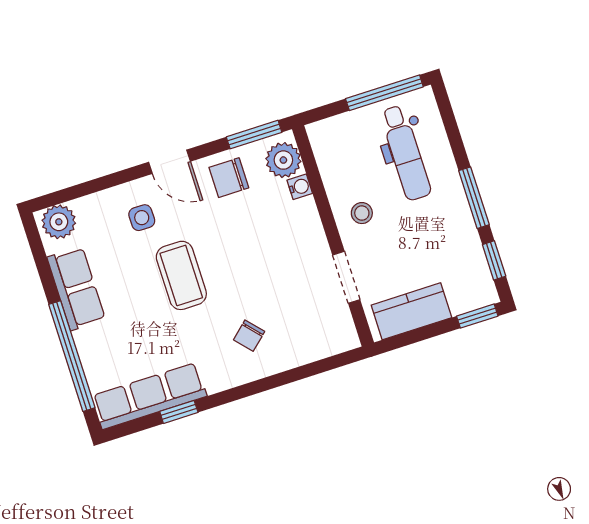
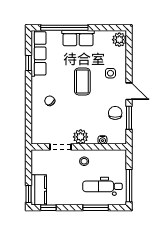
window: (254, 135) -> (129, 118), moved
plant: (283, 160) -> (81, 137), moved
door: (170, 162) -> (129, 91), swing flipped
window: (474, 198) -> (96, 208), moved
coffee table: (181, 275) -> (82, 82), turned 90
row of seats: (76, 288) -> (78, 38), moved
kitchen counter: (411, 311) -> (39, 190), moved

